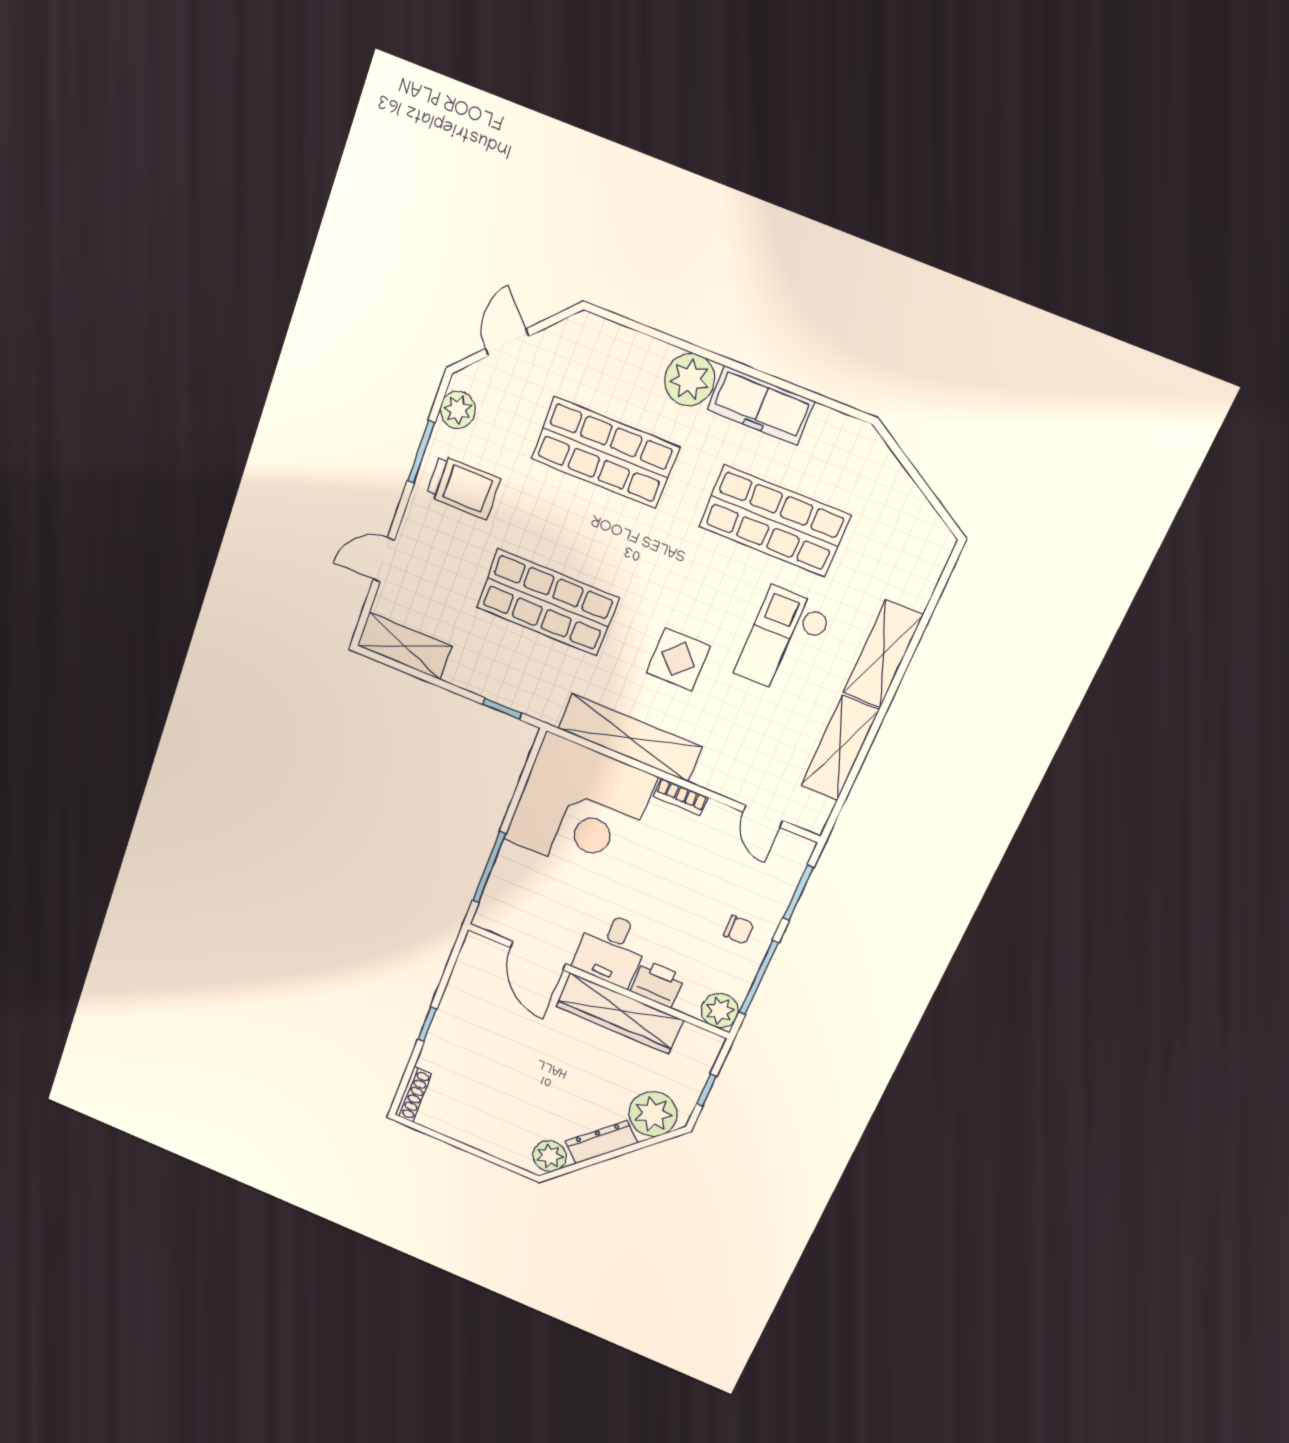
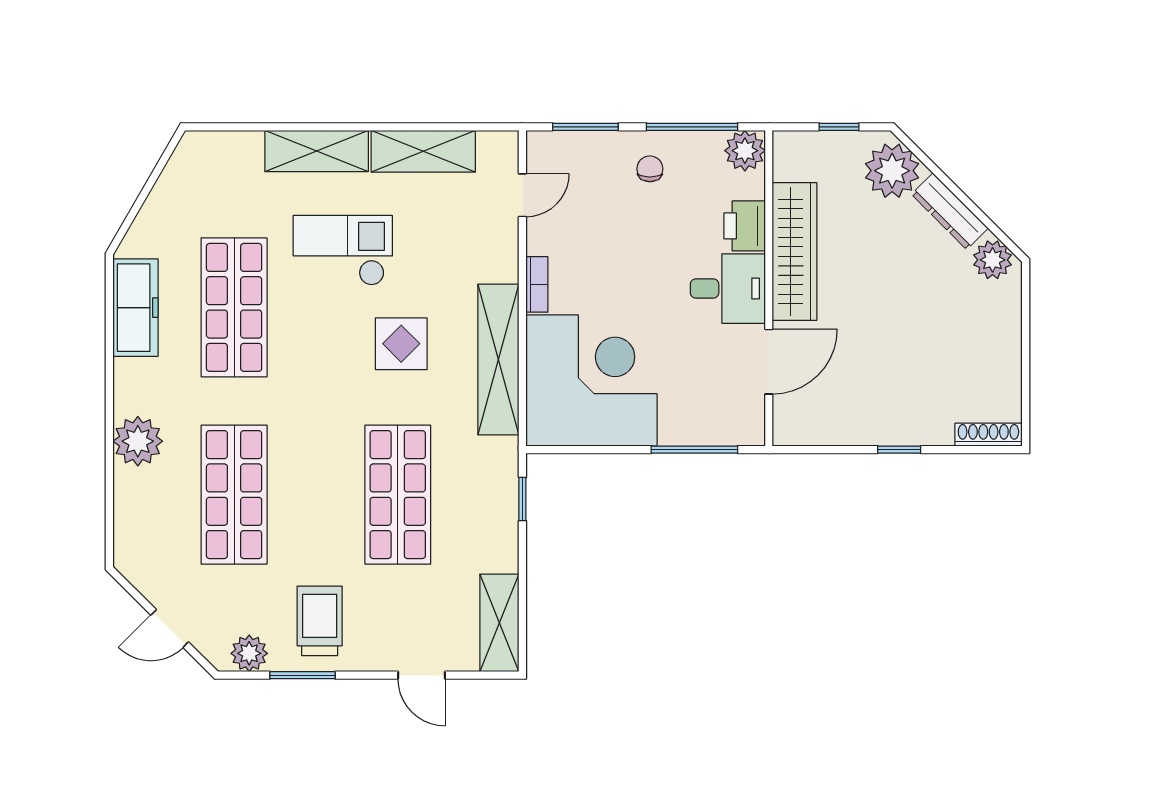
freezer: (761, 406) -> (135, 308), moved
checkout: (783, 641) -> (343, 250), turned 180

